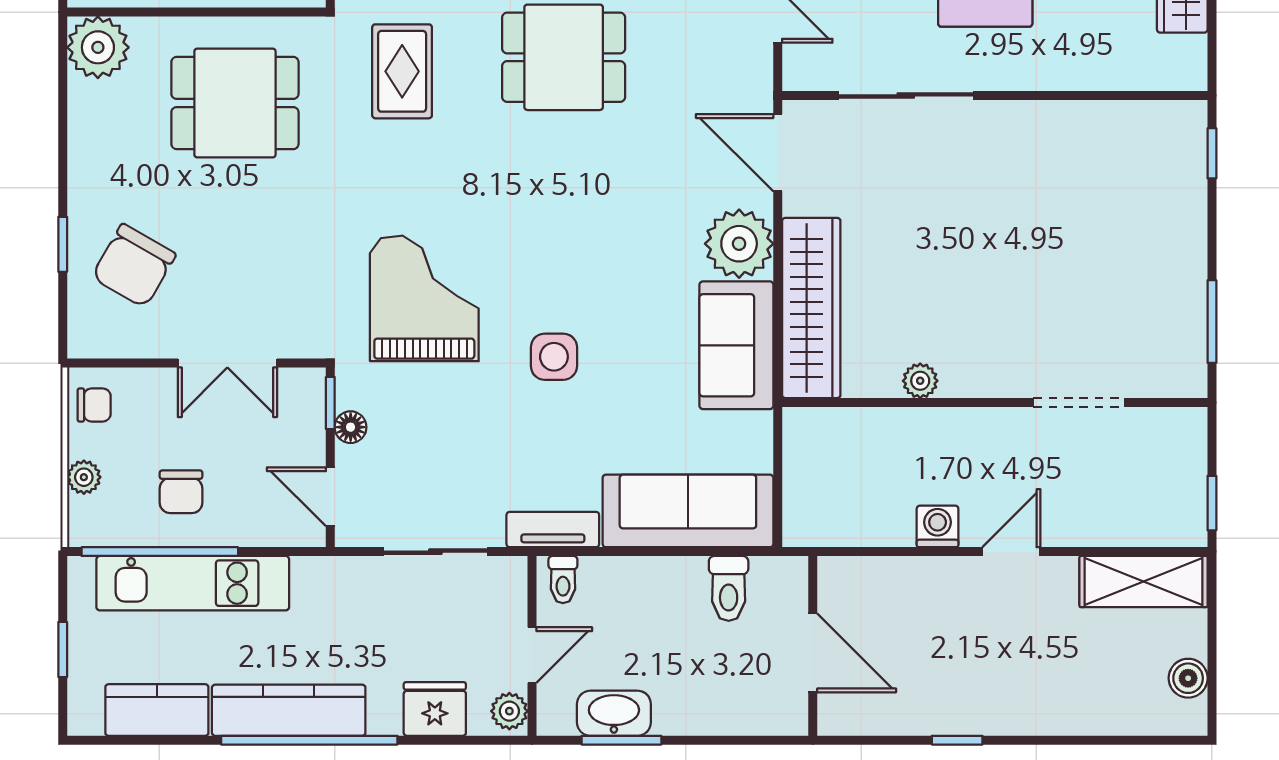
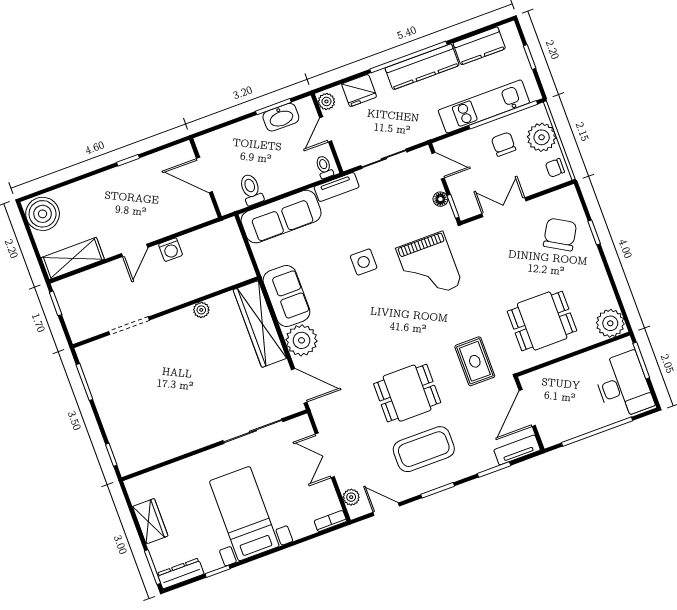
plant: (84, 477) -> (542, 137), width x1.88, depth x1.88
boiler: (1188, 678) -> (43, 214), width x1.86, depth x1.86

